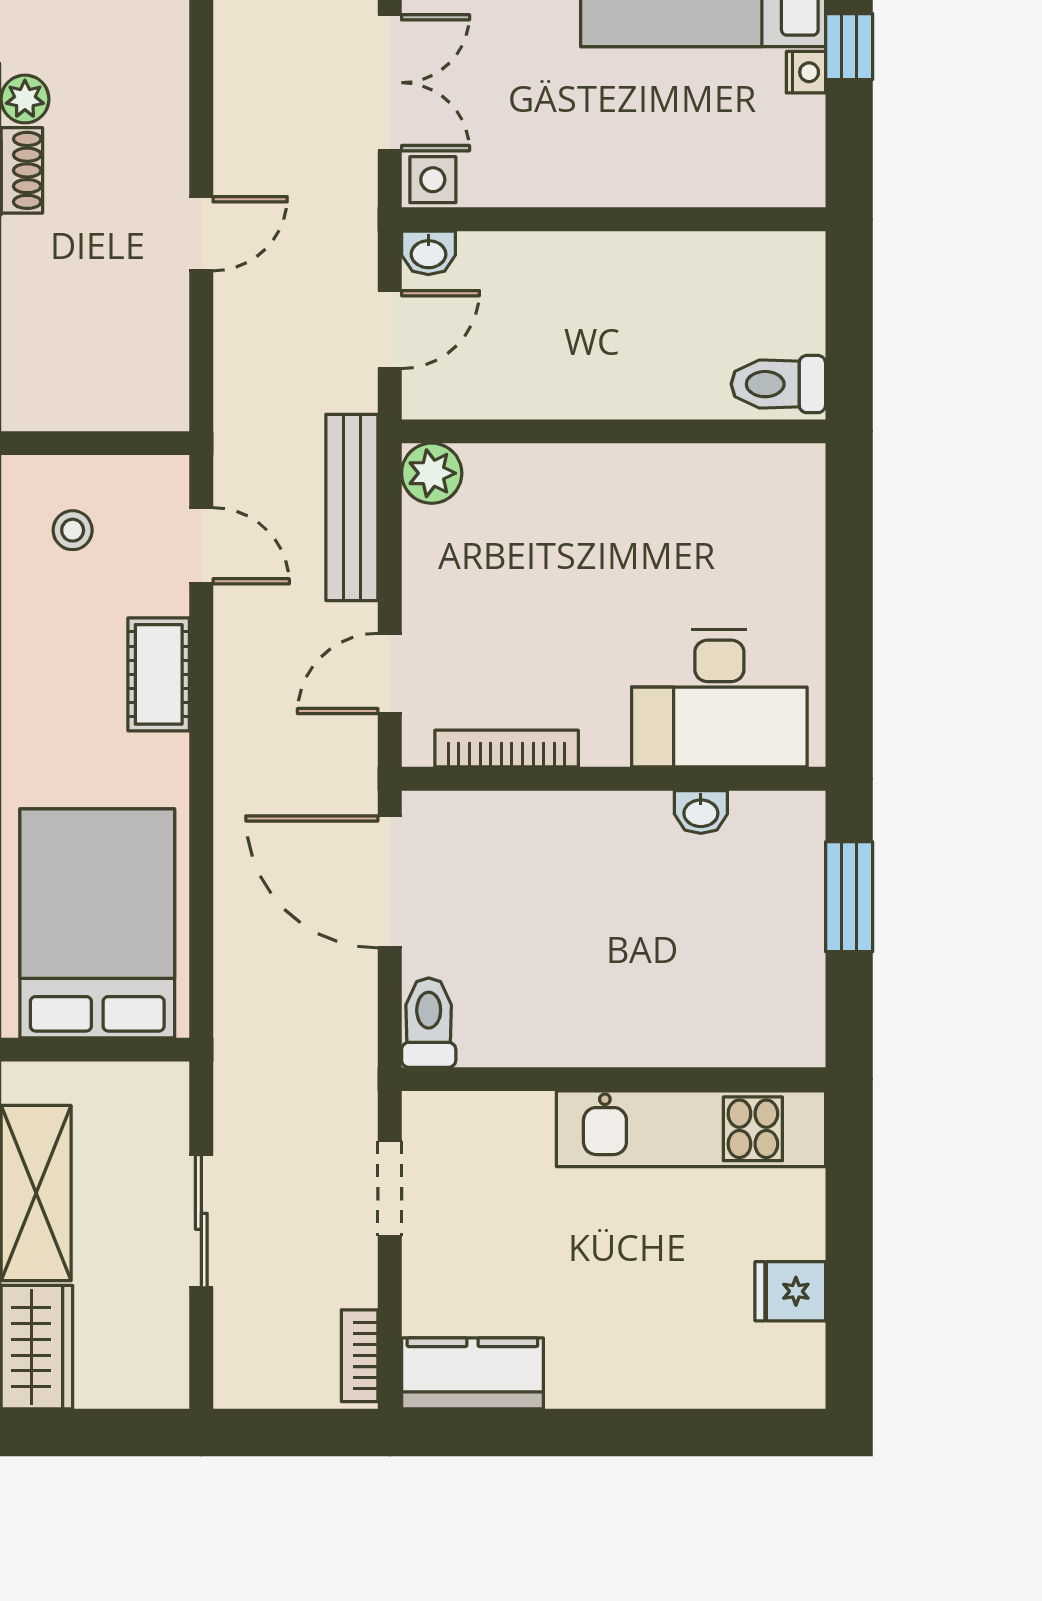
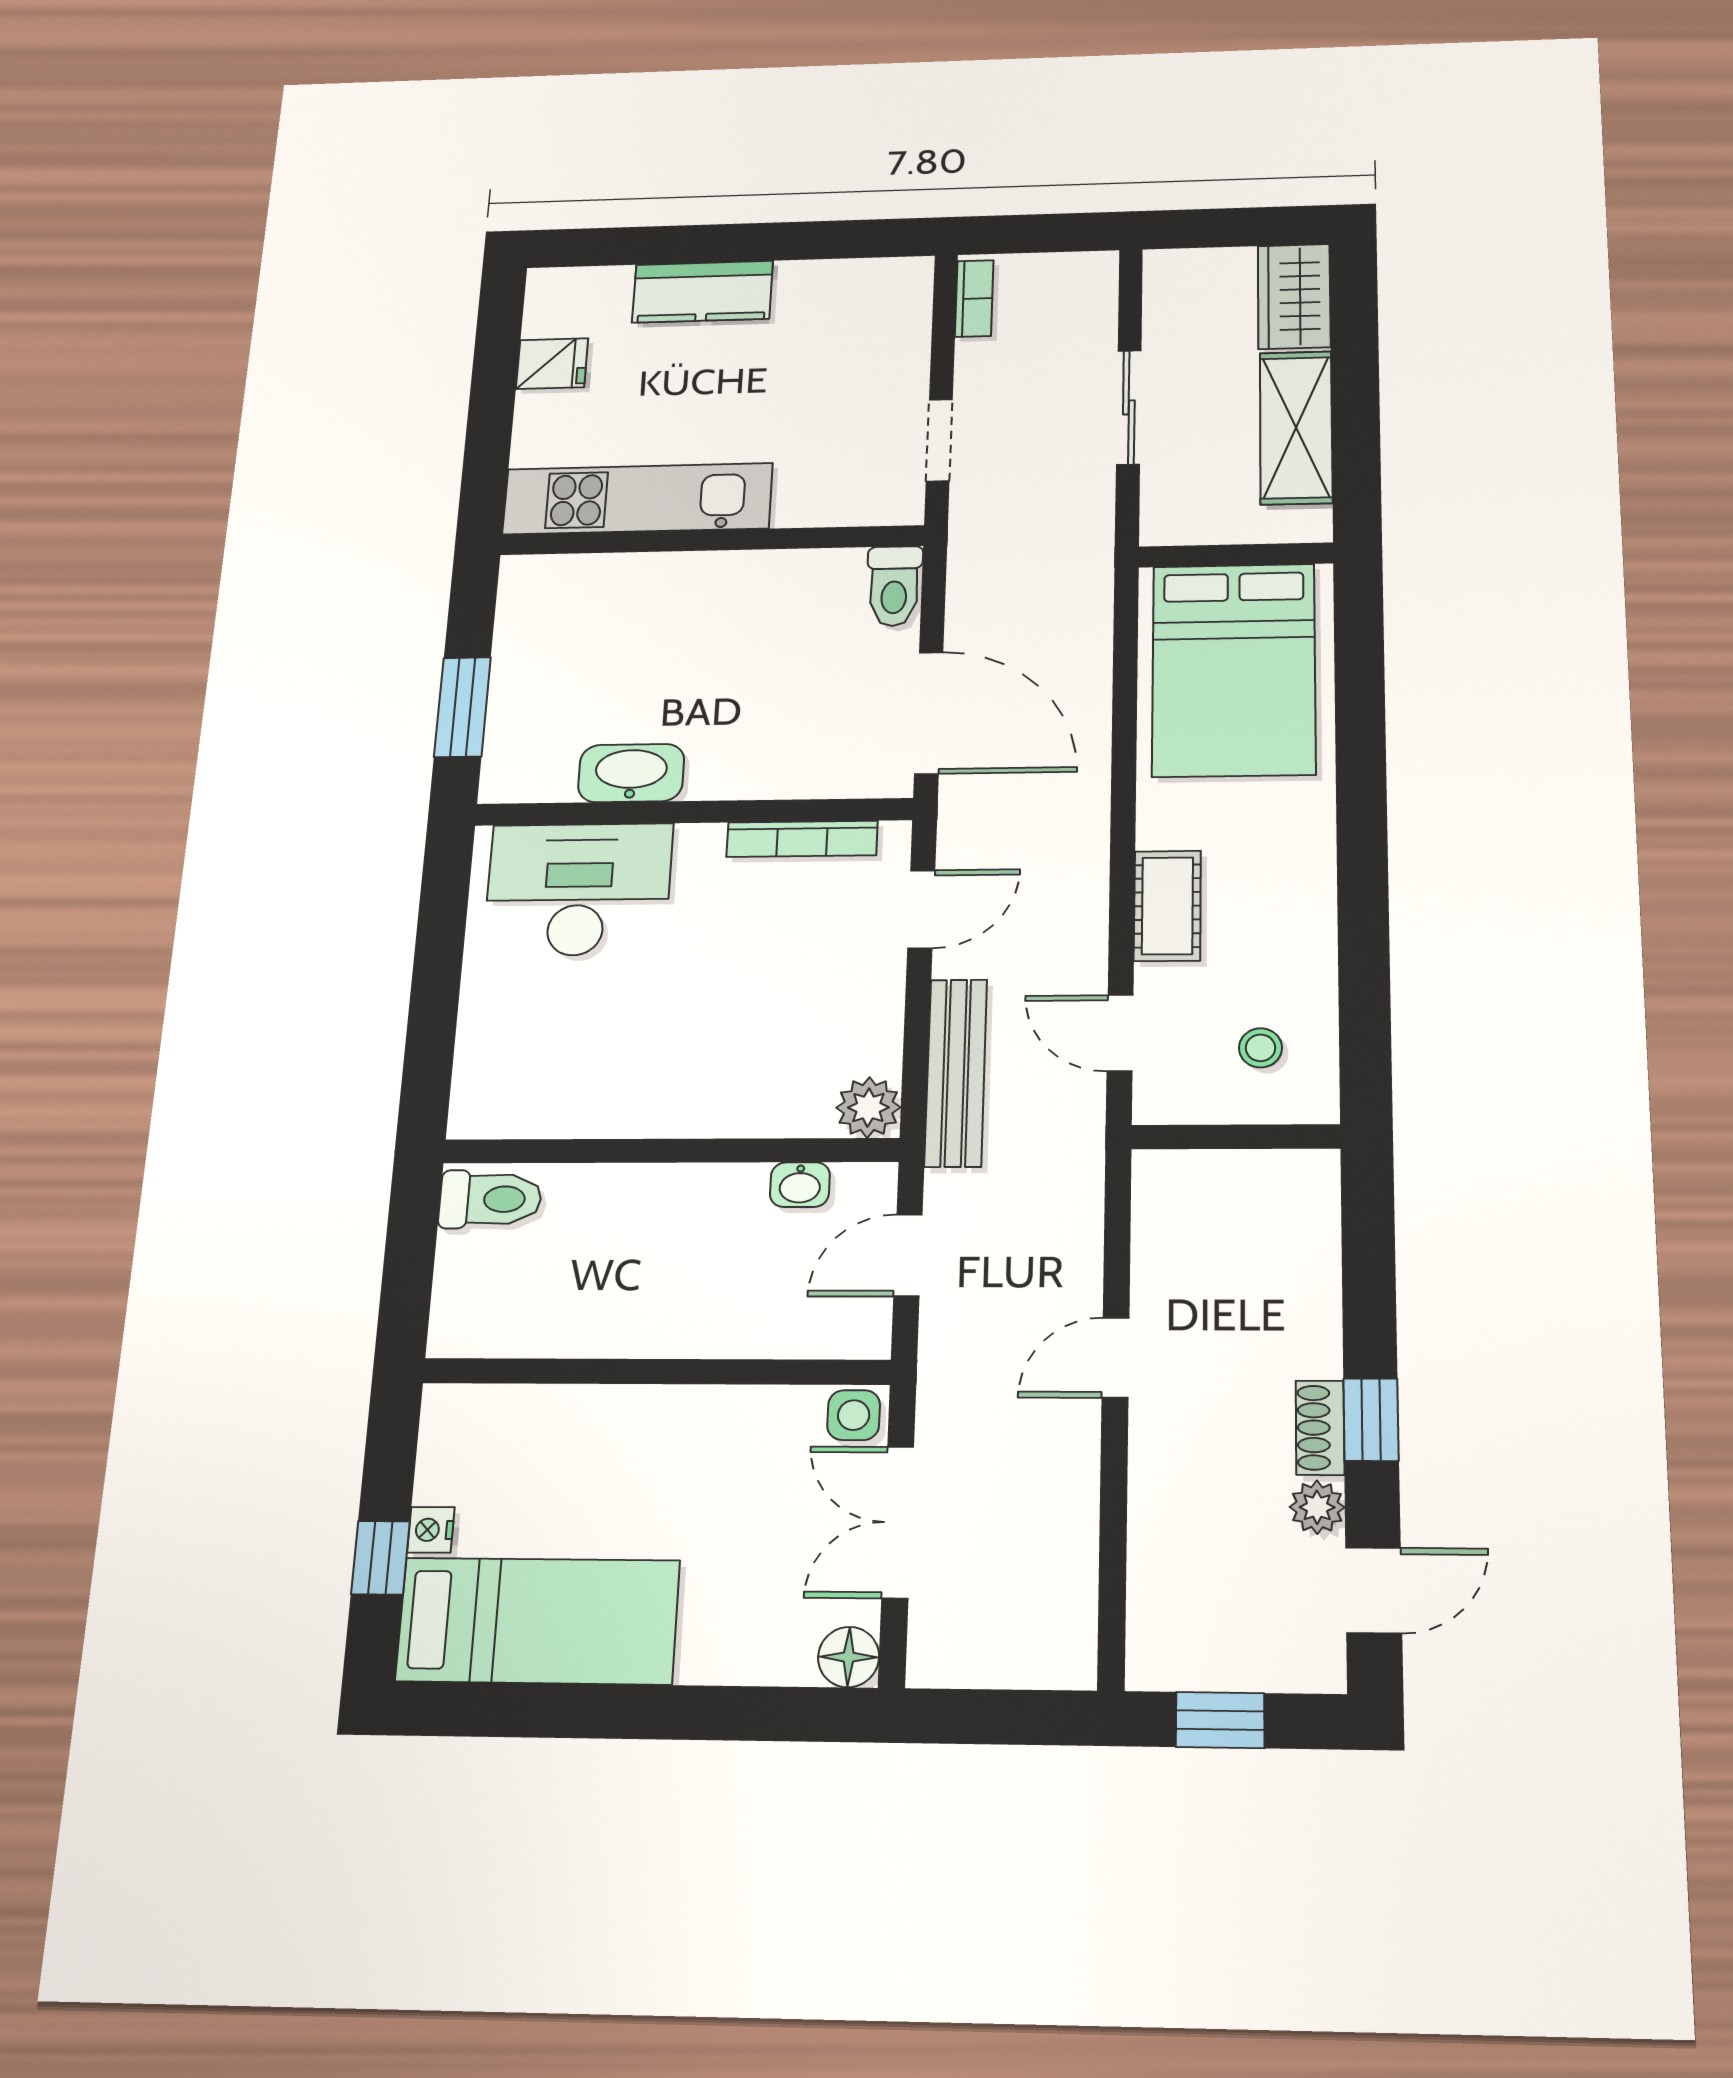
washbasin: (428, 253) -> (800, 1185), moved, turned 180
washbasin: (701, 812) -> (631, 773), width x1.91, depth x1.45
kitchen counter: (472, 1373) -> (702, 292), moved

